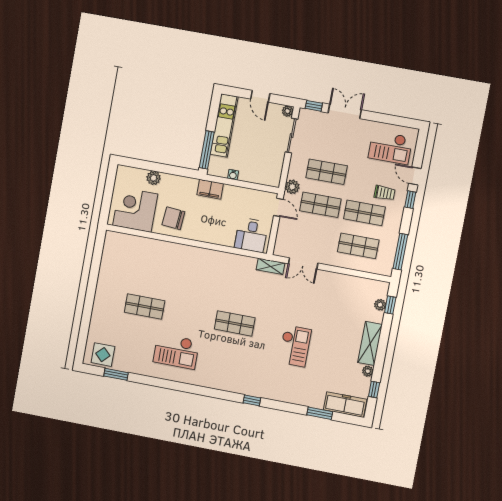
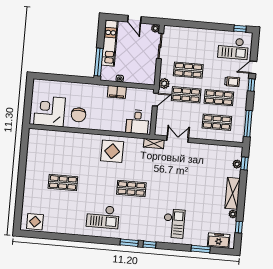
window: (314, 106) -> (240, 29), moved
double door: (345, 111) -> (197, 25), removed
door: (415, 176) -> (253, 67), hinge flipped
plant: (154, 178) -> (61, 86), removed
filing cabinet: (210, 189) -> (117, 92), moved
door: (278, 207) -> (155, 100), hinge flipped
chair: (173, 218) -> (79, 115), turned -96
double door: (303, 263) -> (178, 139), swing flipped
display table: (214, 271) -> (112, 151), added
checkout: (295, 346) -> (174, 224), moved
checkout: (176, 351) -> (103, 217), moved
window: (116, 374) -> (129, 243), moved
freezer: (345, 405) -> (219, 241), width x0.71

